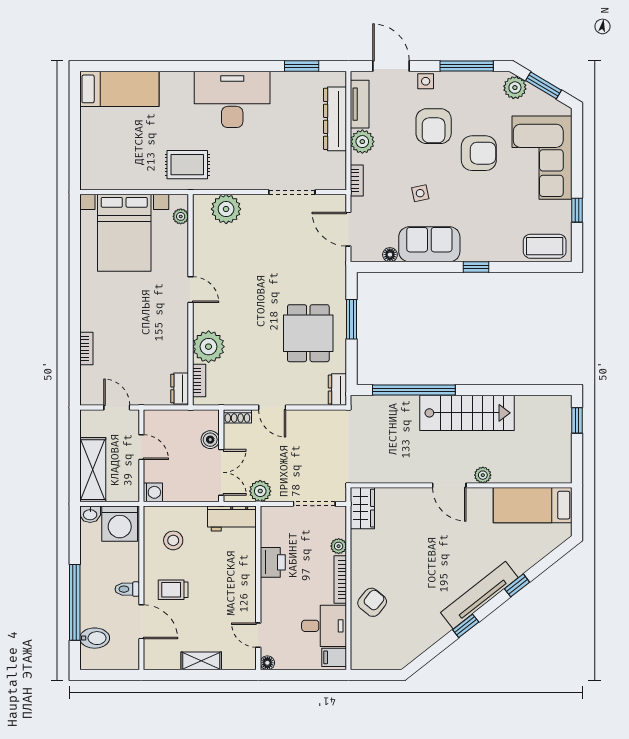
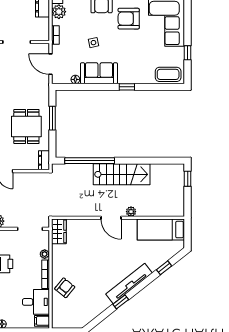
armchair: (479, 153) -> (129, 19), turned 180
window: (517, 585) -> (164, 268), moved

